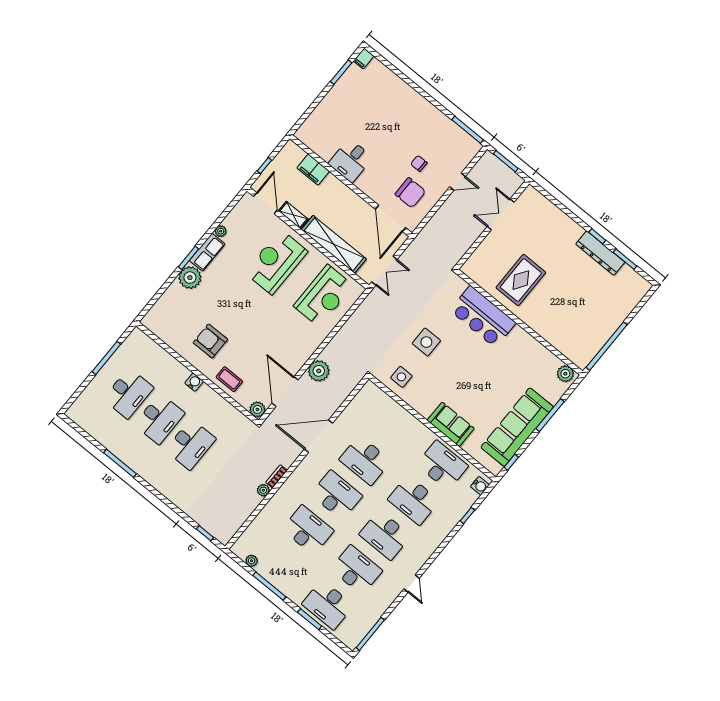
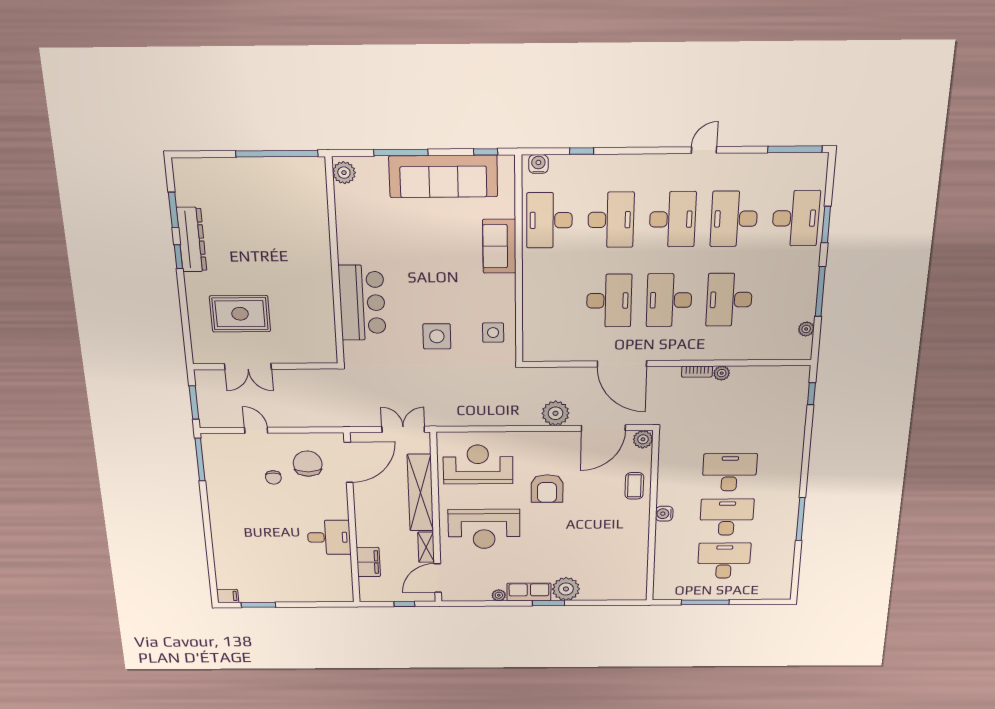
rug: (521, 280) -> (240, 314), moved
armchair: (210, 341) -> (547, 489), moved

